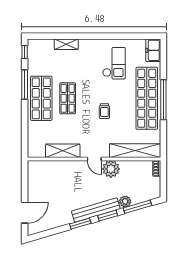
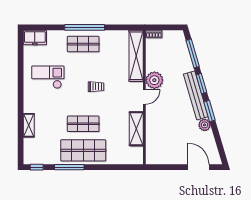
shop shelf: (147, 98) -> (83, 44), width x0.50, depth x0.74
plant: (125, 201) -> (205, 125), moved

